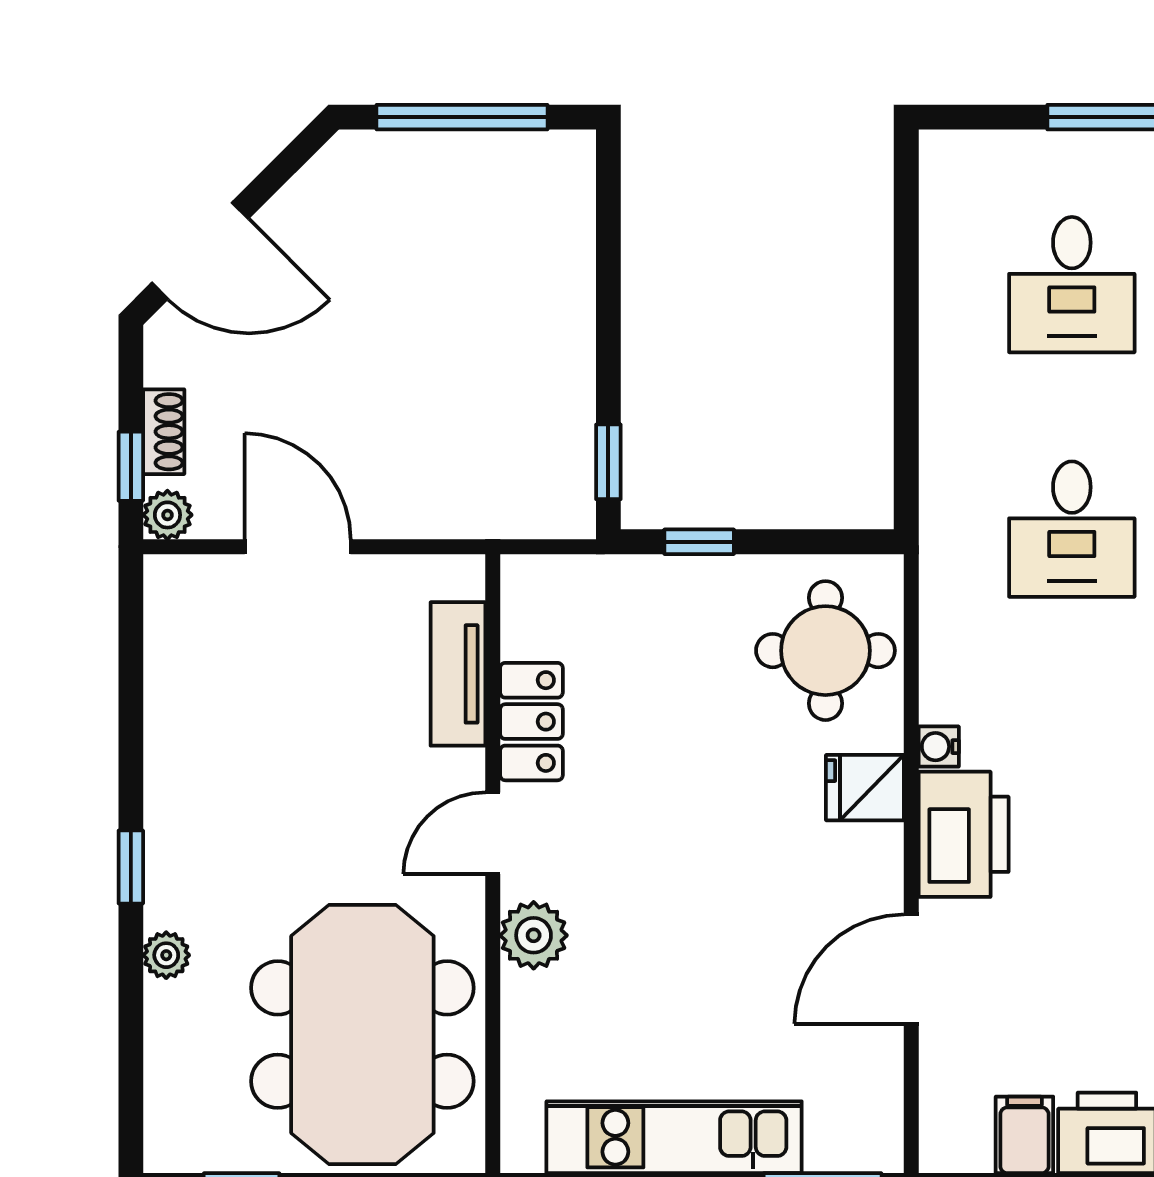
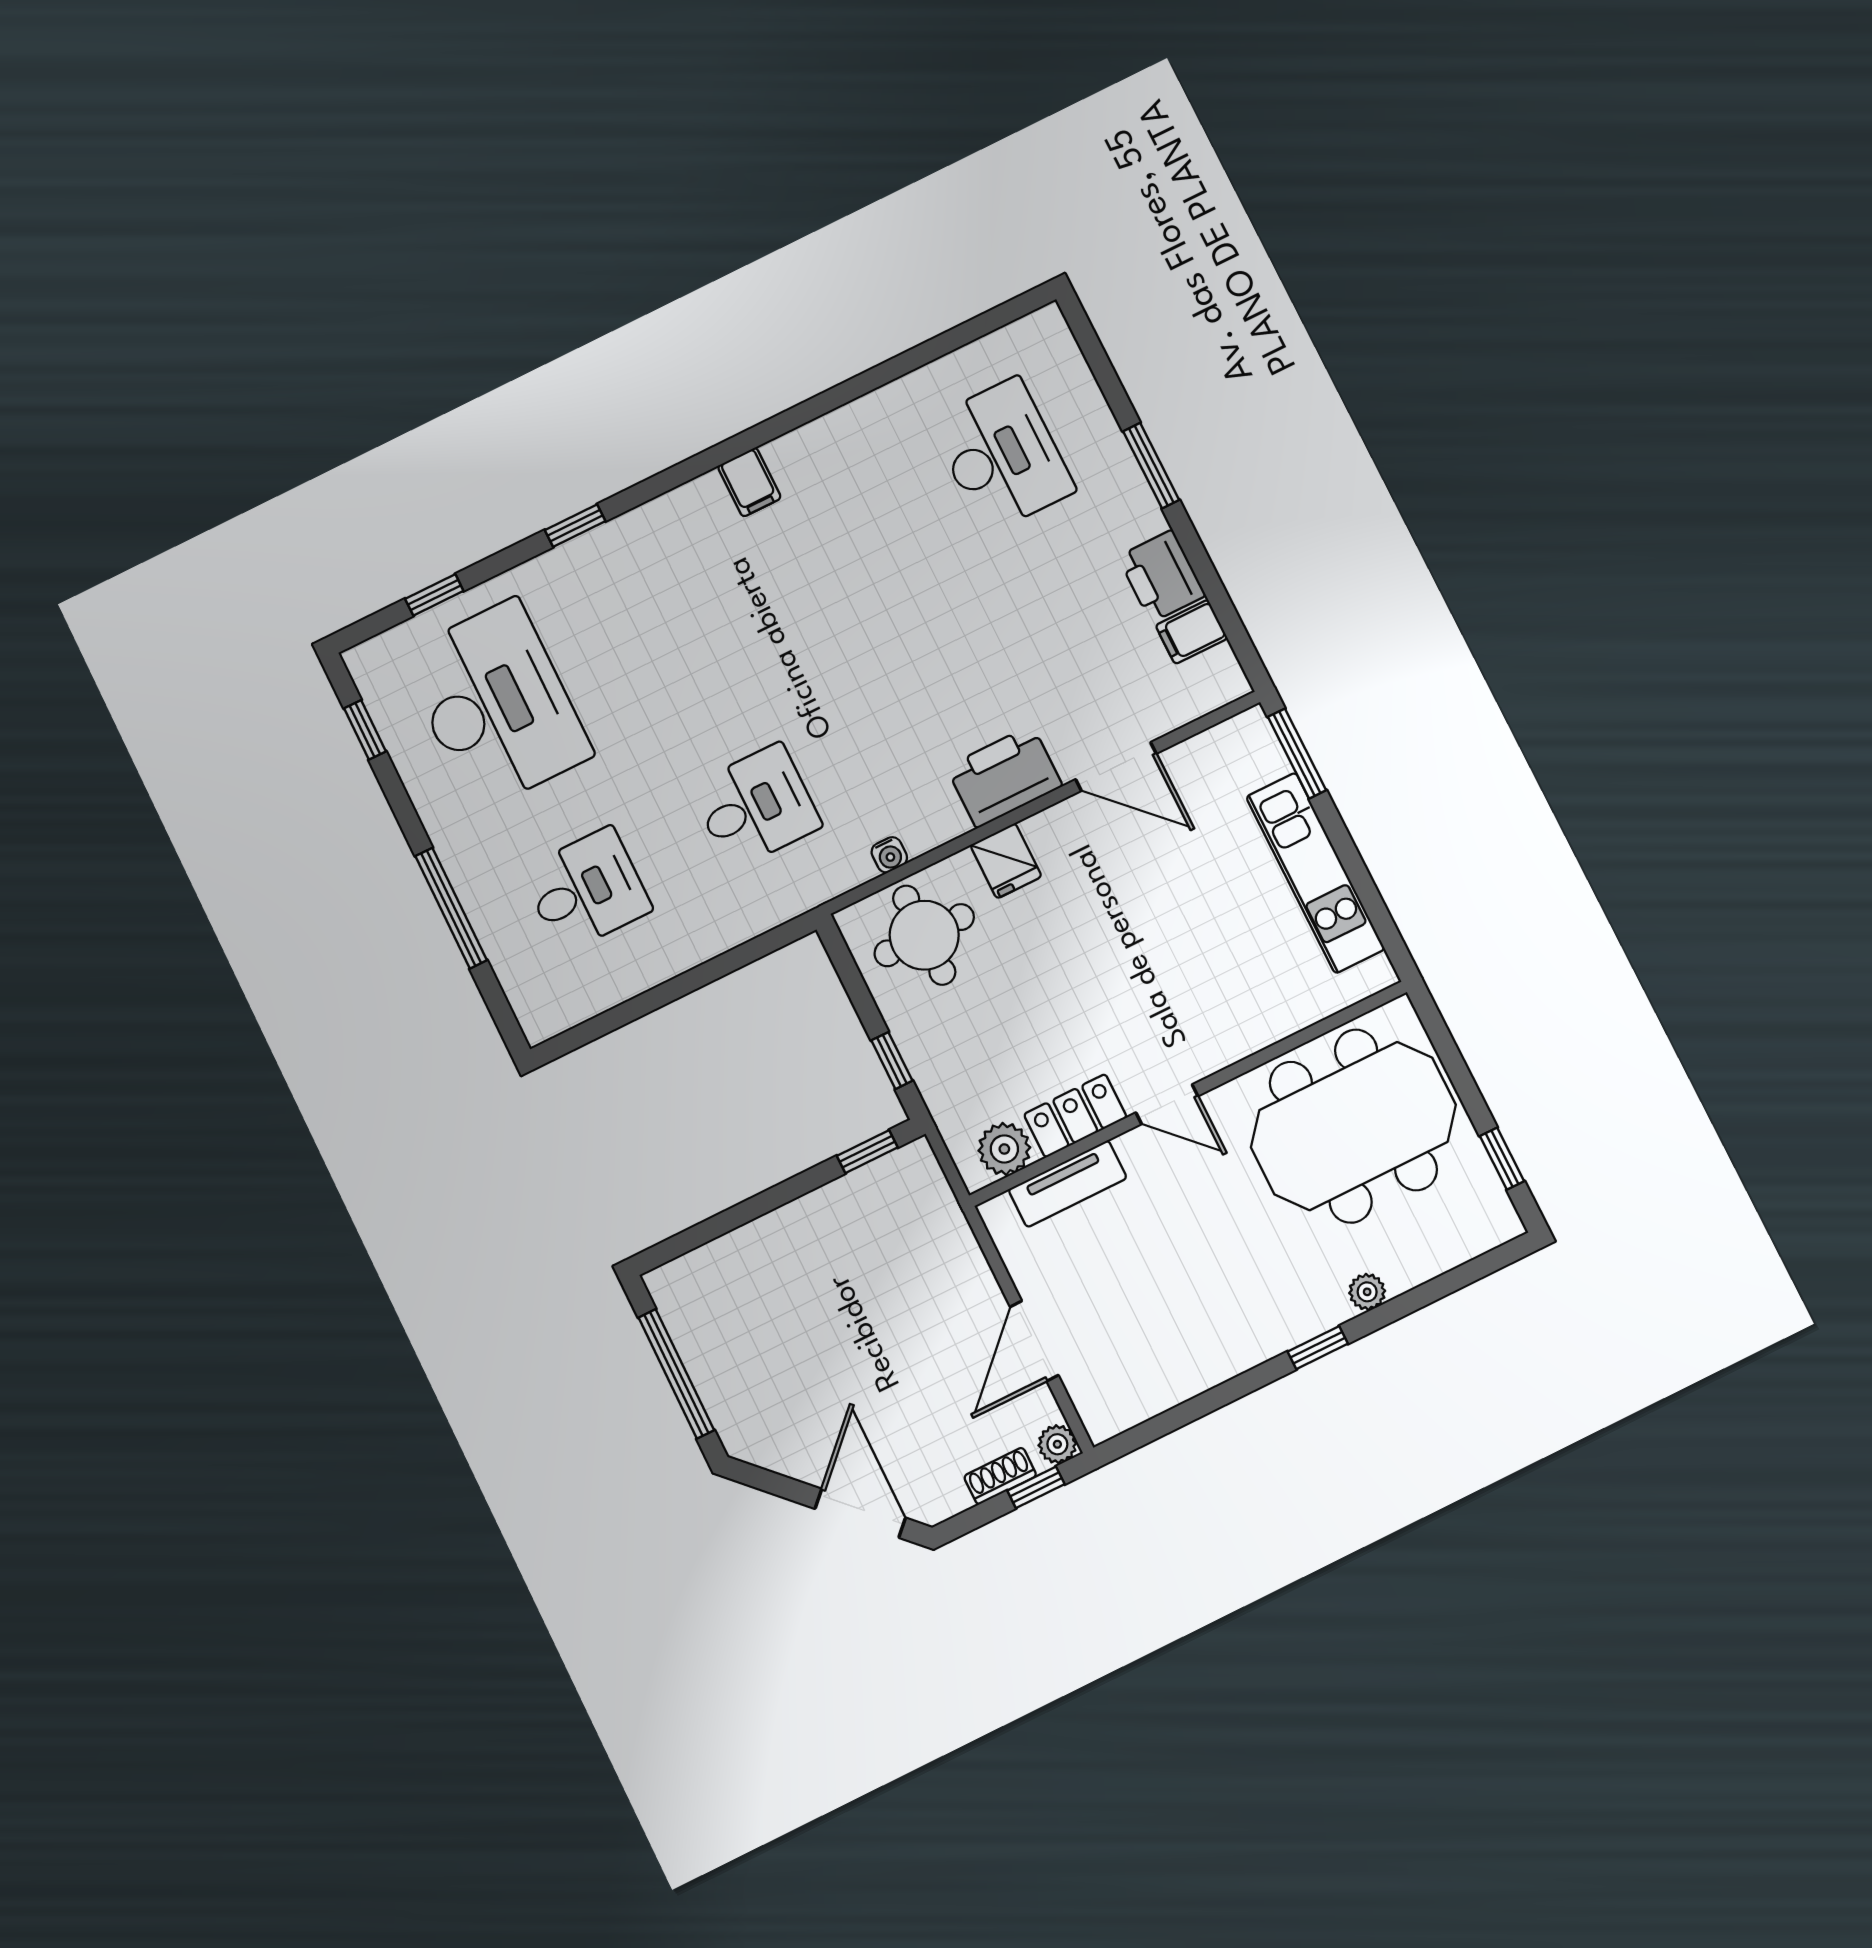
water cooler: (939, 747) -> (889, 855), moved
plant: (534, 935) -> (1004, 1149), moved

